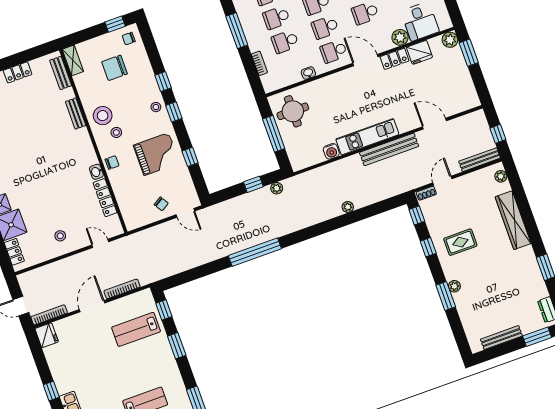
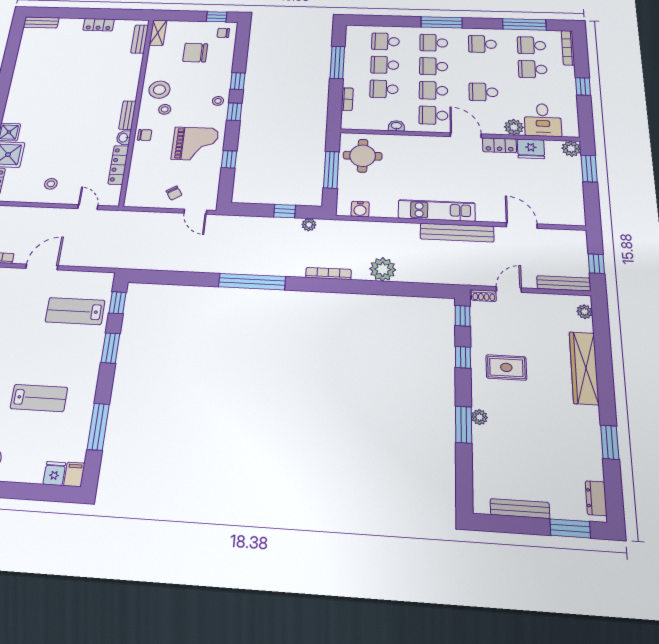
bench: (76, 114) -> (127, 115), moved
water cooler: (331, 151) -> (360, 209), moved
plant: (348, 207) -> (383, 269), width x1.87, depth x1.87
bookcase: (122, 289) -> (328, 274), moved

